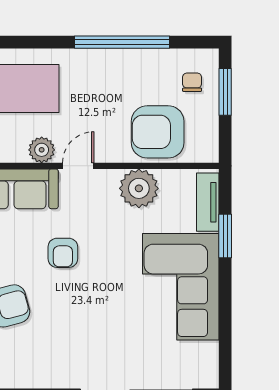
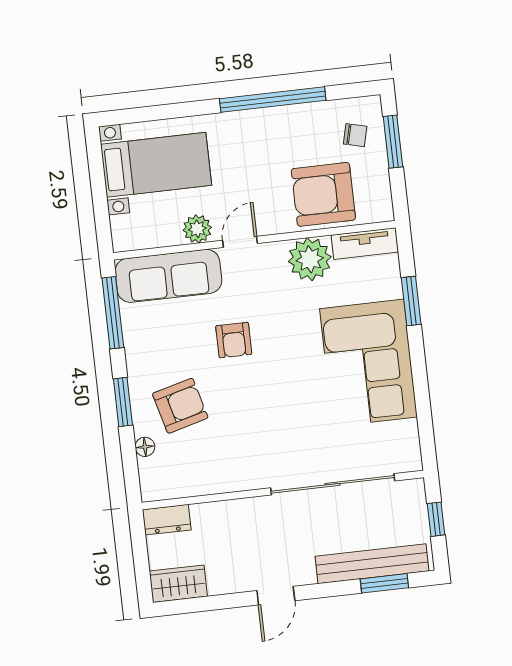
chair: (192, 82) -> (355, 135), turned 104
tv unit: (208, 202) -> (365, 244), moved, turned -90

